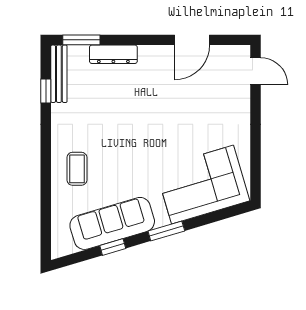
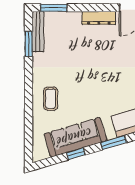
dresser: (113, 54) -> (99, 18), moved
window: (46, 91) -> (29, 44), width x1.50

